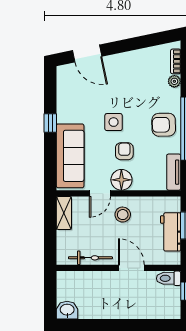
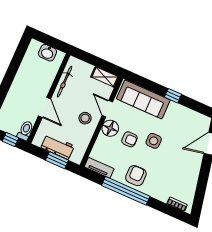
plant: (174, 81) -> (163, 197), removed
door: (131, 268) -> (45, 107), hinge flipped
washbasin: (67, 310) -> (47, 53), moved, turned 90

